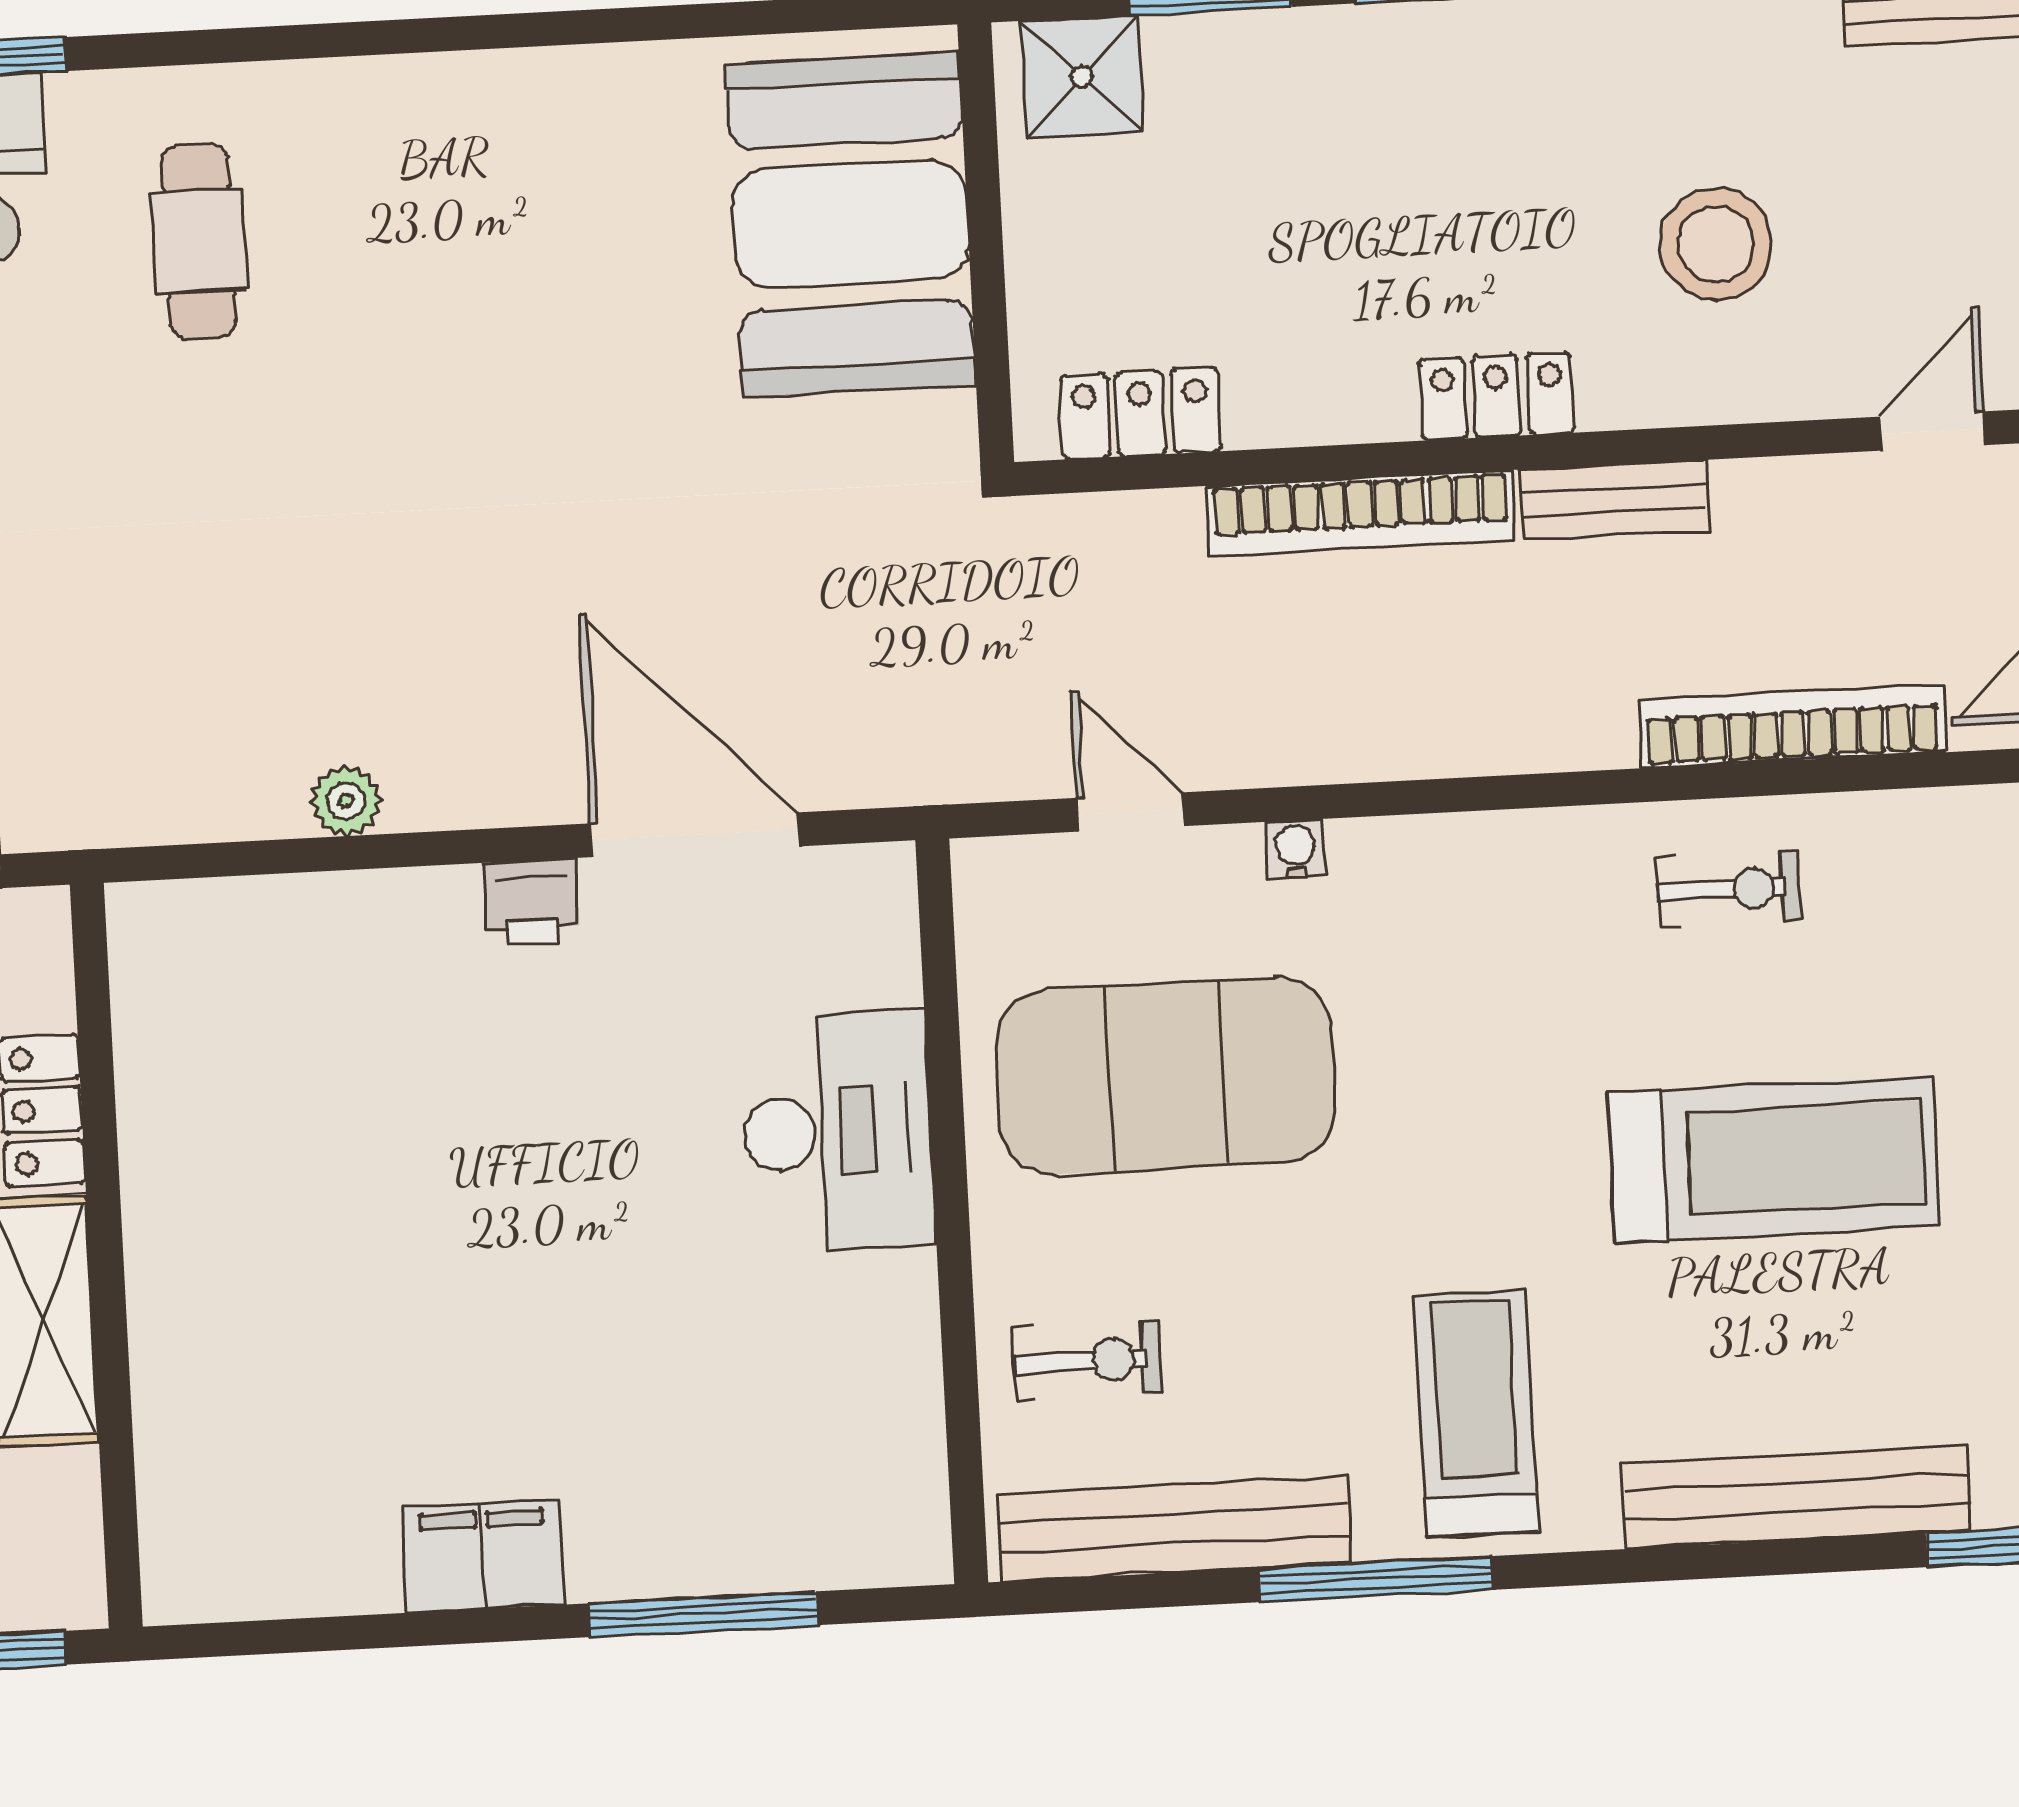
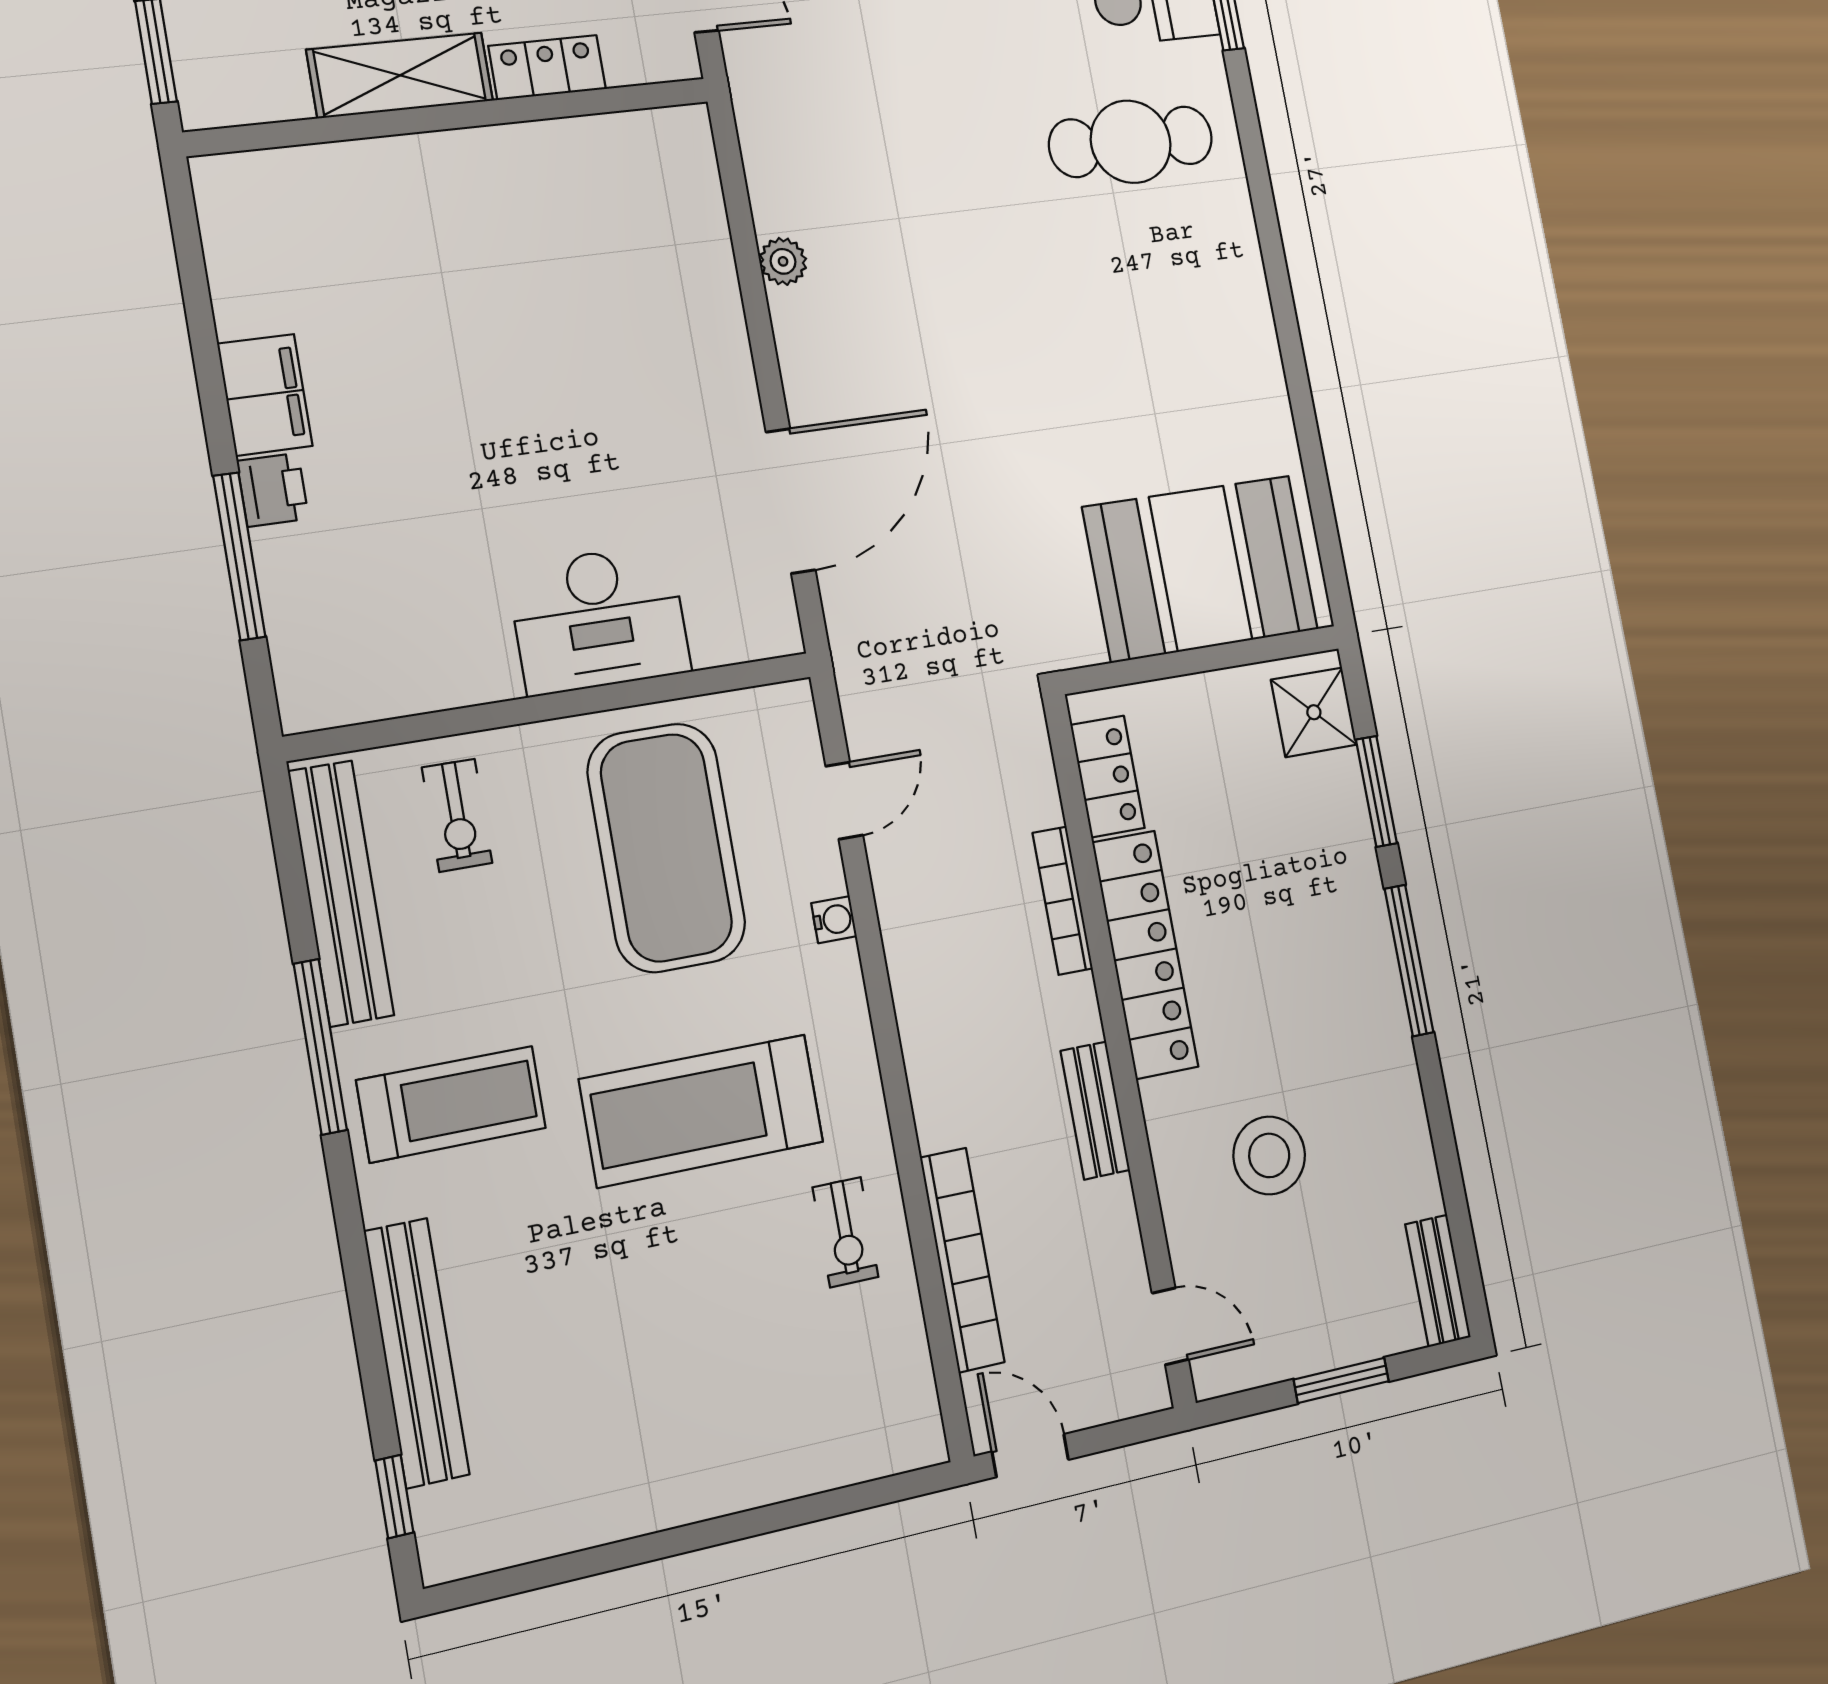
cafe table: (199, 241) -> (1131, 142), width x1.37, depth x1.35
locker: (1497, 396) -> (1145, 954), width x2.16, depth x1.21
bookcase: (1361, 513) -> (1063, 901), width x0.68, depth x0.76
printer: (532, 902) -> (273, 490), moved, turned 180
treadmill: (1774, 1159) -> (702, 1111), moved, turned 90

